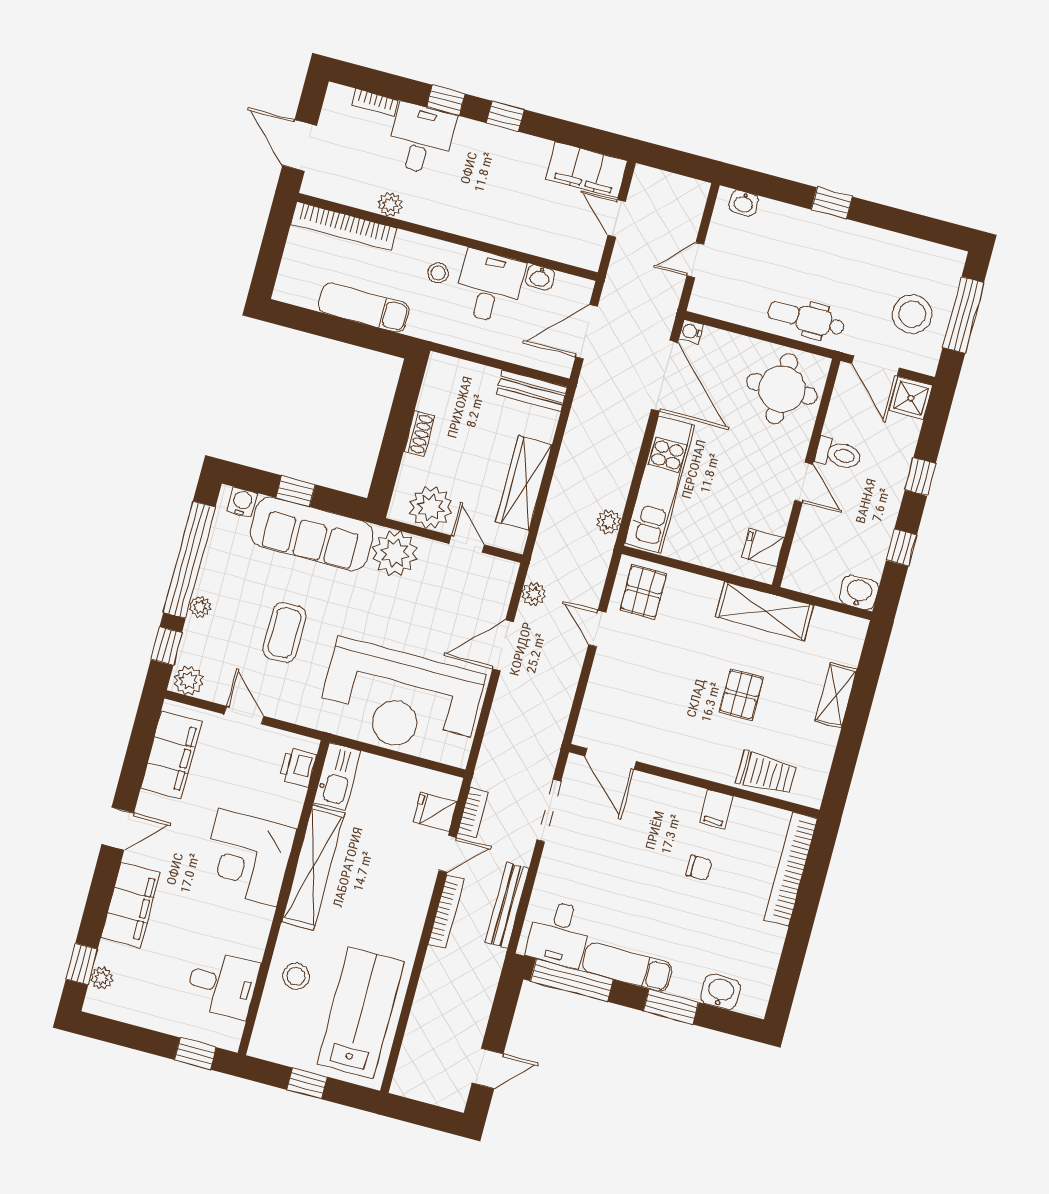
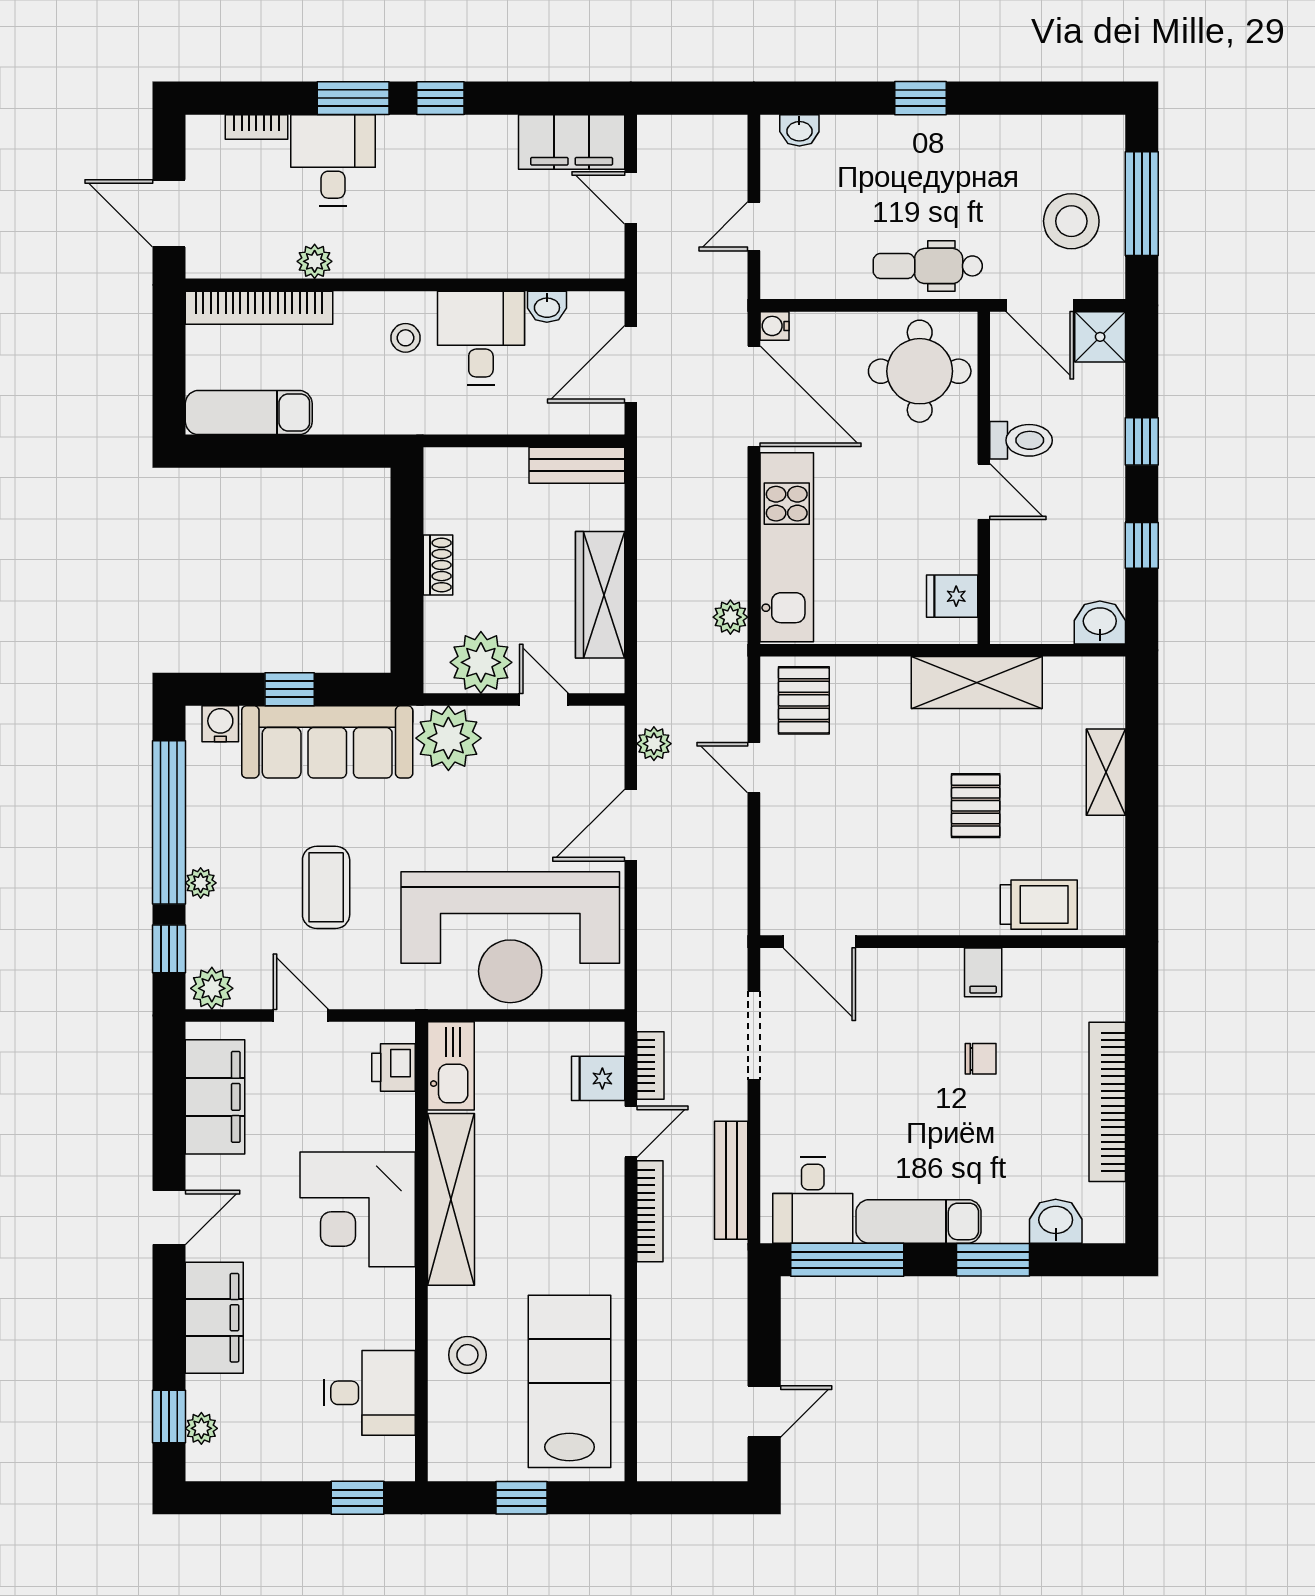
window: (446, 100) -> (353, 98), width x1.50
exam couch: (364, 308) -> (249, 413), moved
bookcase: (791, 869) -> (1107, 1102), moved

